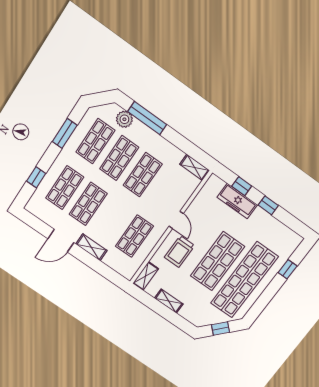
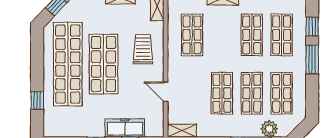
window: (65, 133) -> (312, 60), moved
door: (176, 220) -> (166, 92), moved

